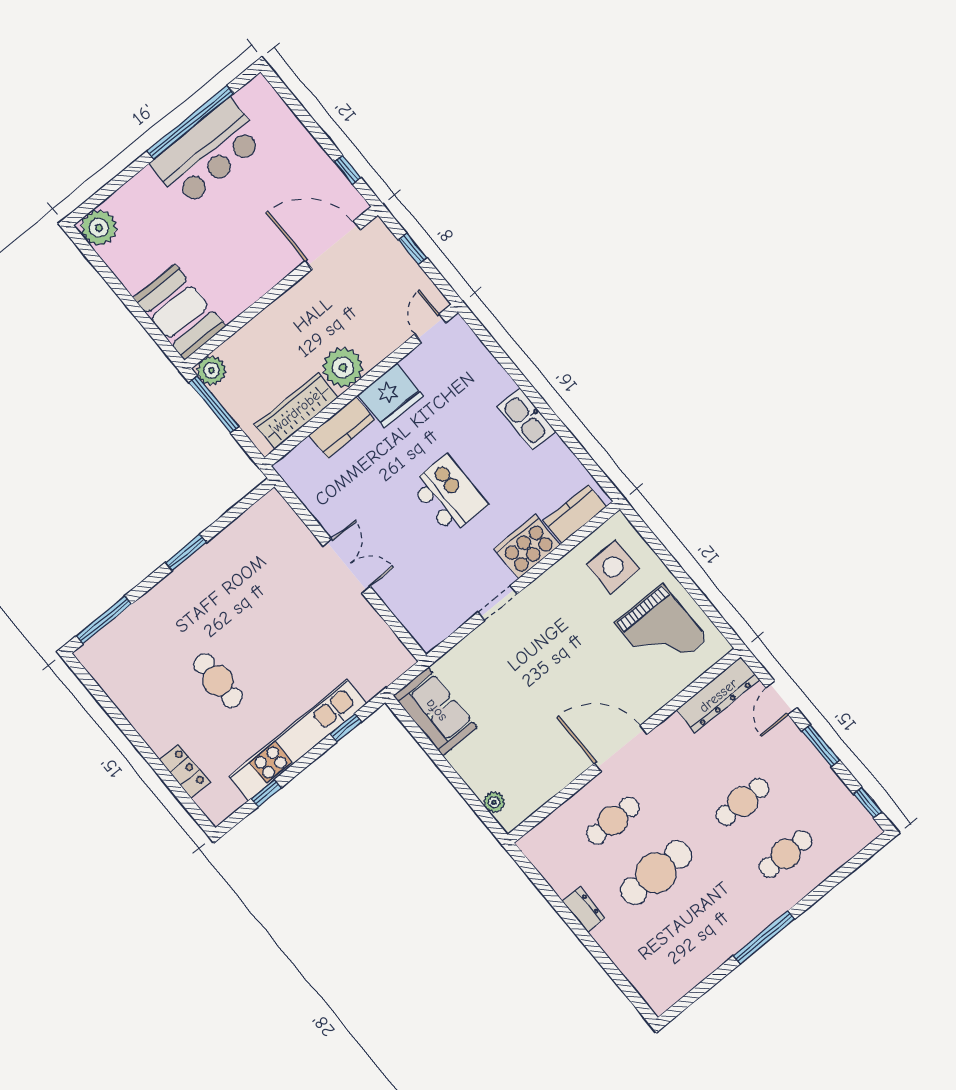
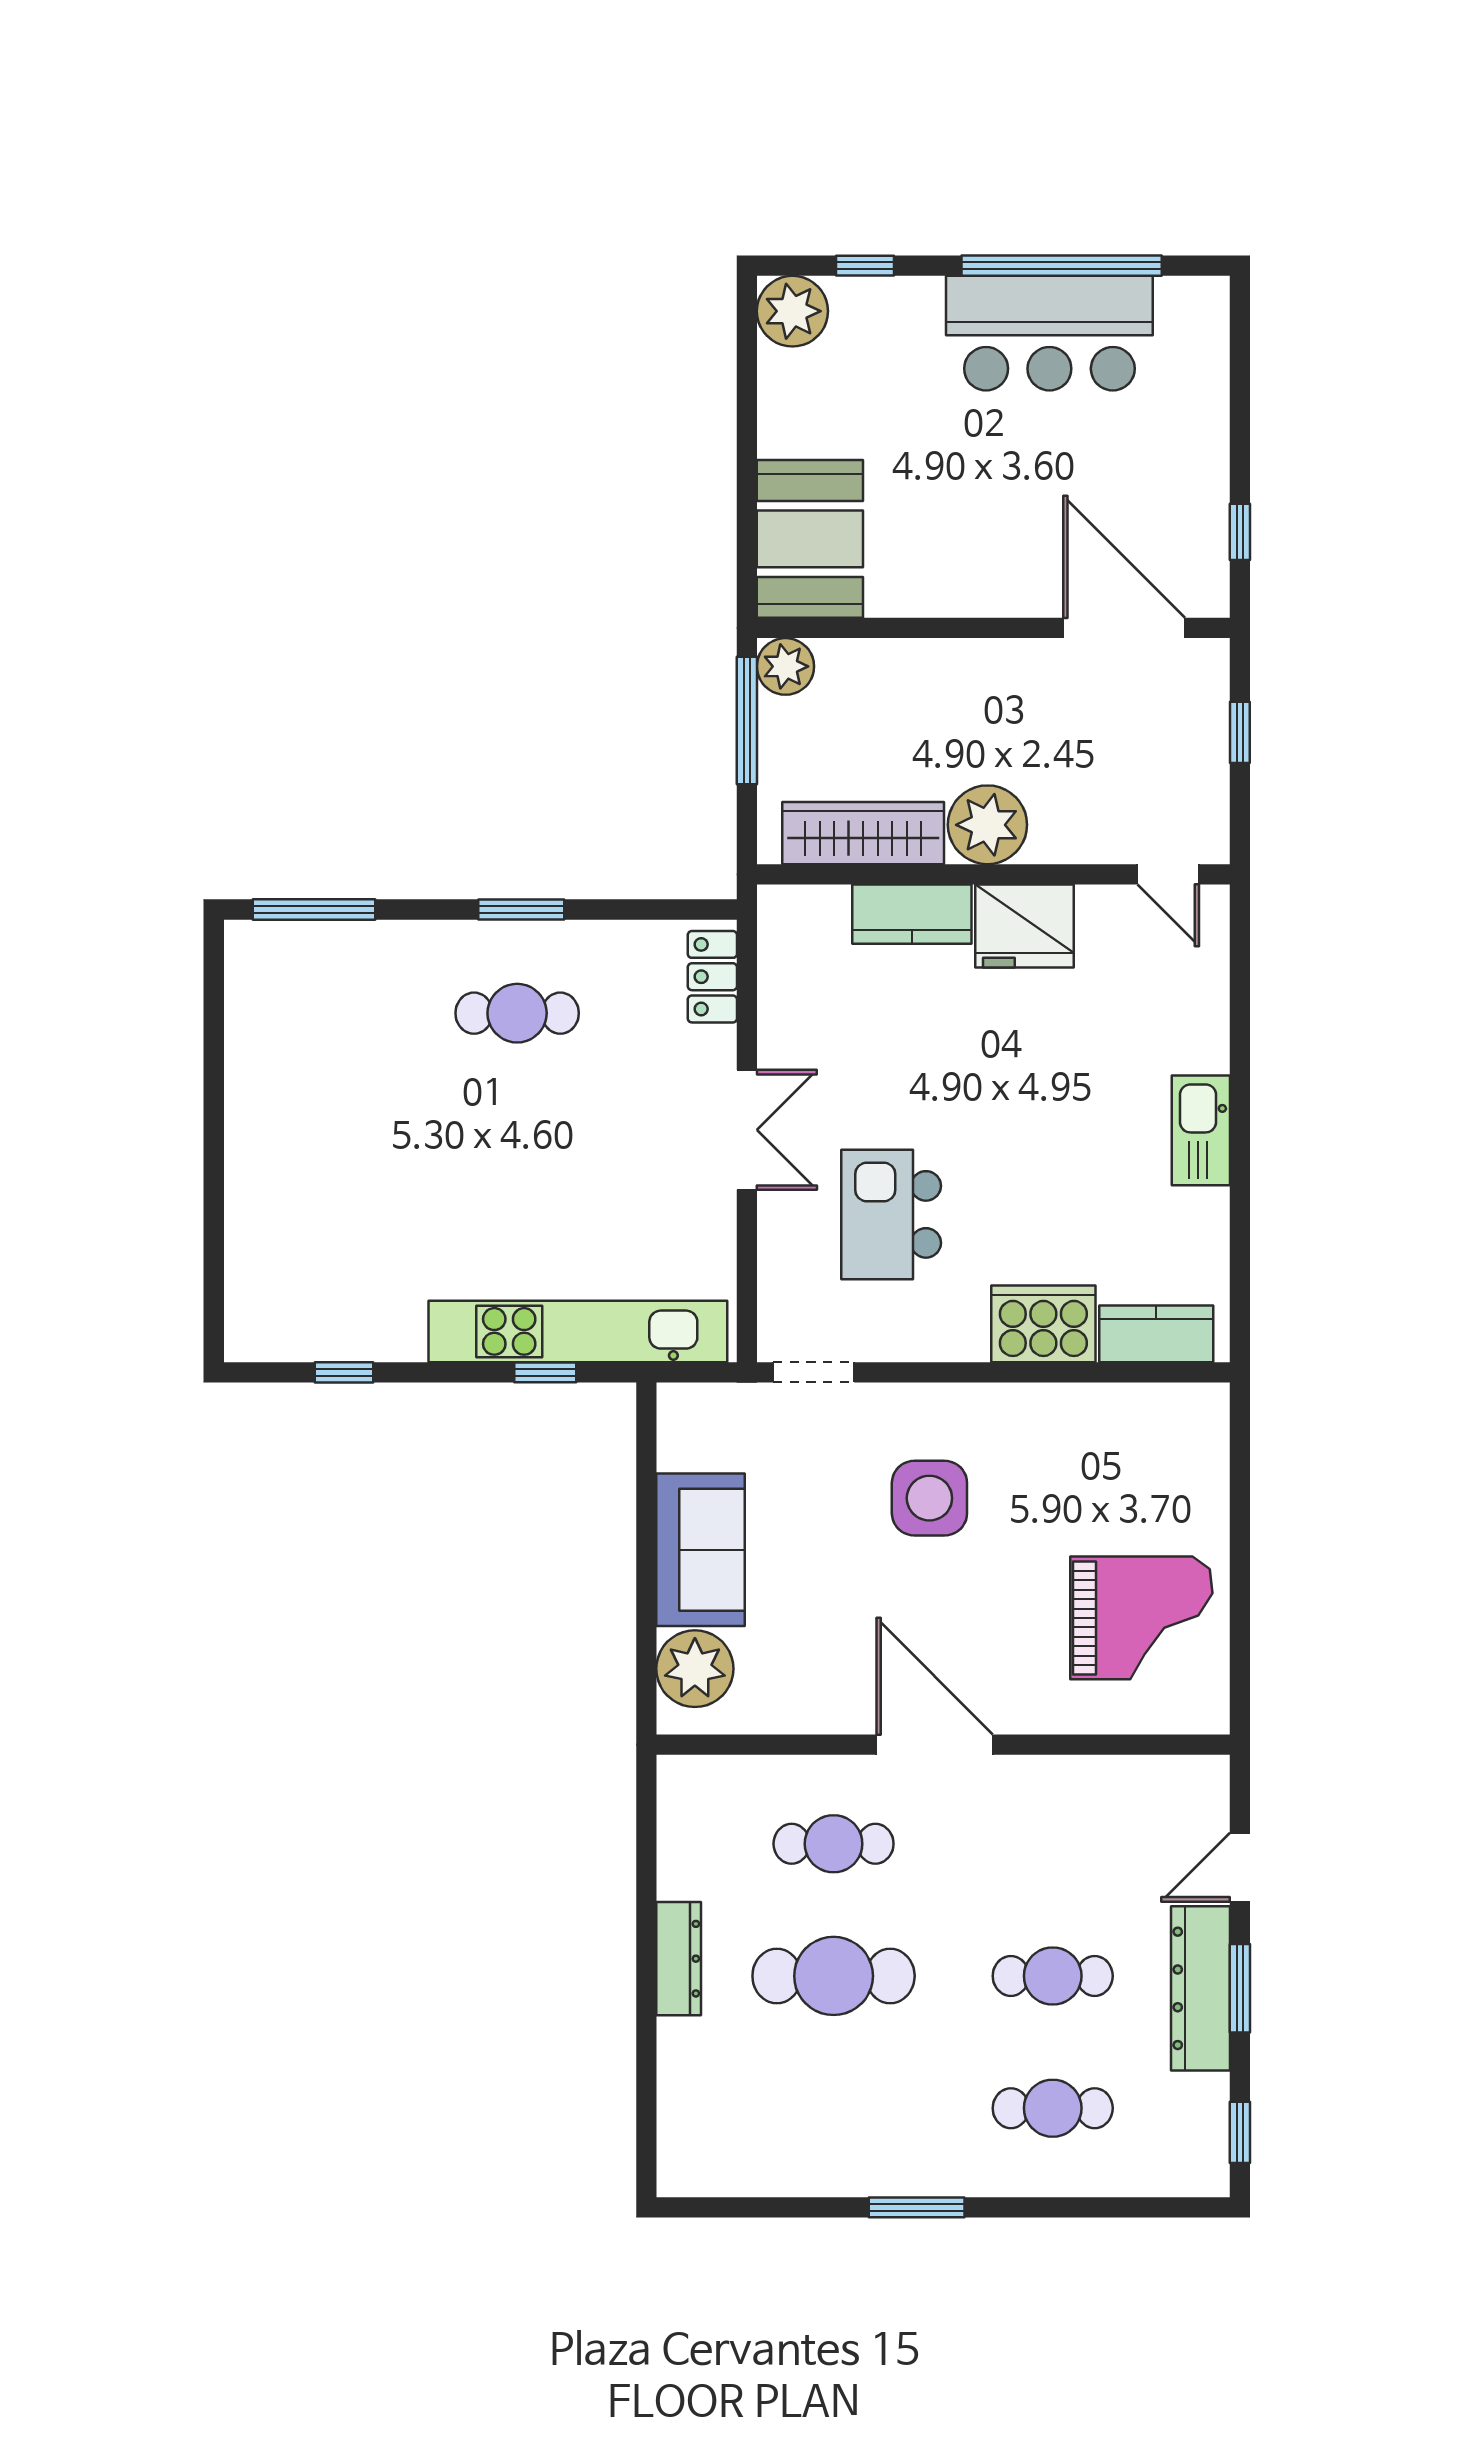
window: (113, 186) -> (865, 266), added
door: (430, 328) -> (1168, 874), swing flipped
kitchen island: (449, 495) -> (891, 1214), moved, turned 180
side table: (613, 567) -> (929, 1498), moved
doorway: (498, 603) -> (814, 1372), moved
grand piano: (661, 631) -> (1141, 1618), turned -90
cafe table: (218, 681) -> (517, 1013), moved, turned 90
dresser: (718, 695) -> (1201, 1988), moved, turned 90
sofa: (435, 711) -> (701, 1550), moved
kitchen unit: (298, 740) -> (578, 1331), moved
locker: (185, 771) -> (712, 977), moved, turned 180
plant: (494, 802) -> (695, 1669), width x1.88, depth x1.88
dresser: (583, 910) -> (679, 1959), width x1.44
window: (764, 937) -> (917, 2207), width x0.69

